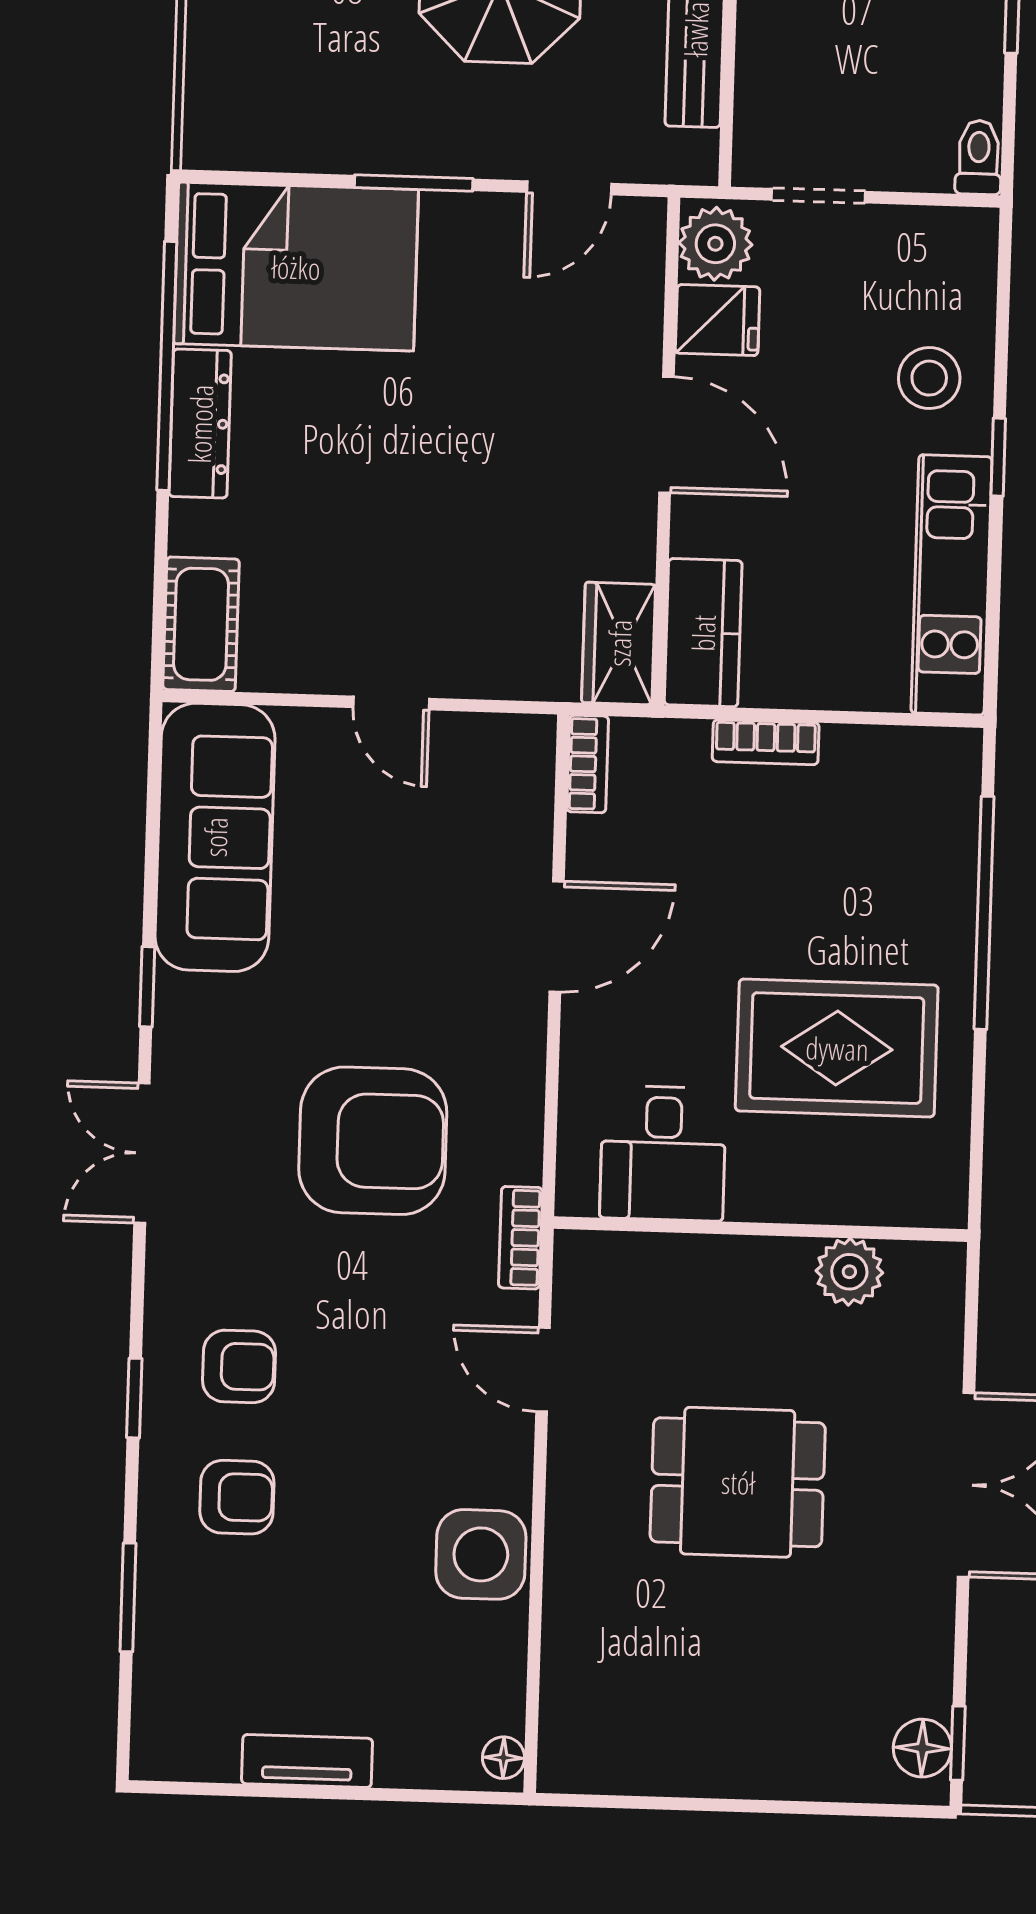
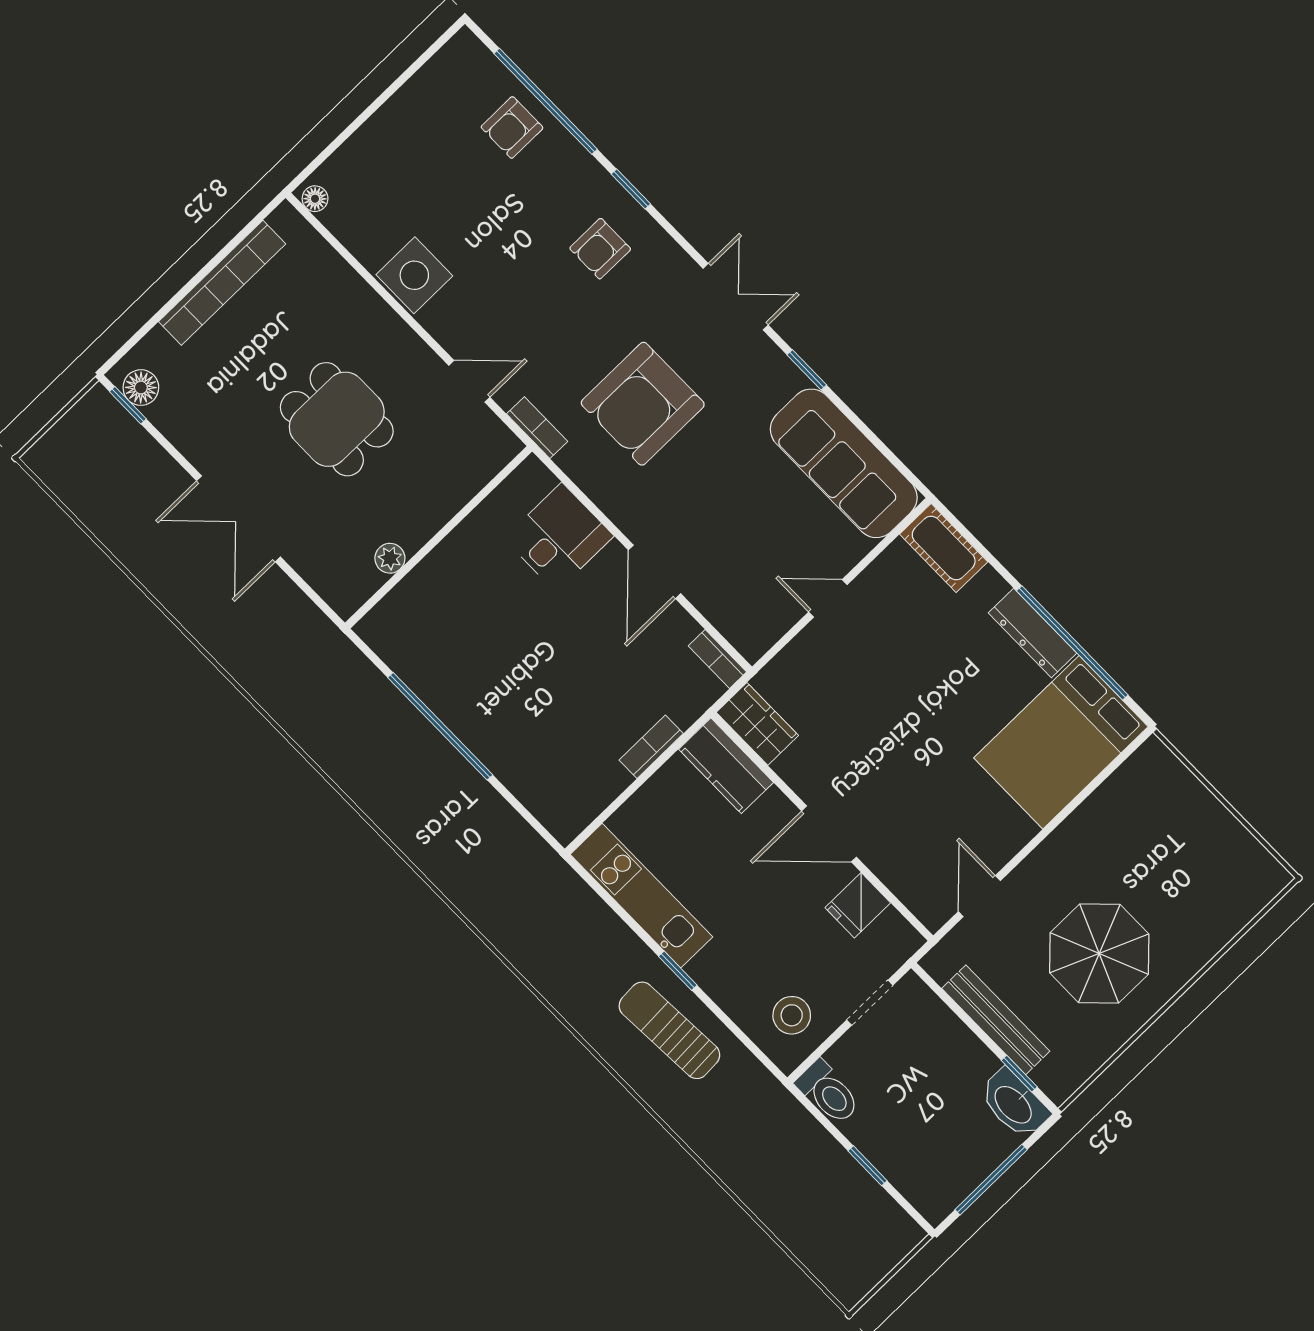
toilet: (979, 157) -> (828, 1092), width x1.37, depth x1.39
window: (414, 183) -> (1048, 830), removed
plant: (715, 244) -> (892, 937), removed
stool: (929, 378) -> (792, 1015), moved
window: (984, 913) -> (440, 726), moved
rug: (837, 1048) -> (486, 648), removed
desk: (663, 1153) -> (559, 537), moved, turned 90
plant: (849, 1272) -> (390, 558), width x0.73, depth x0.73
dining table: (738, 1482) -> (337, 419), turned 90
armchair: (237, 1497) -> (512, 127), moved
window: (128, 1597) -> (546, 101), width x2.11
tv unit: (307, 1761) -> (397, 111), removed
bookcase: (708, 1771) -> (222, 283), added

